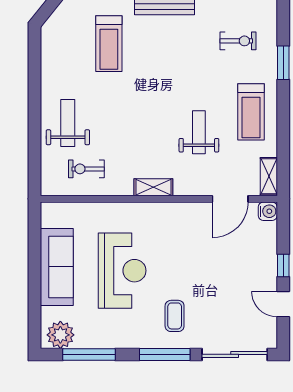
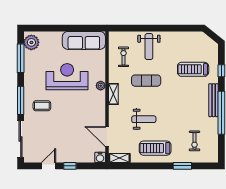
weight bench: (68, 123) -> (149, 47), turned 90
exercise mat: (129, 128) -> (146, 81), added
plant: (138, 210) -> (101, 86), added
sofa: (57, 267) -> (84, 40), moved
reception desk: (122, 271) -> (67, 77), turned 180

